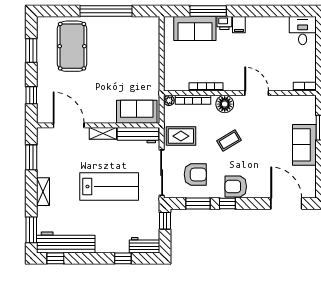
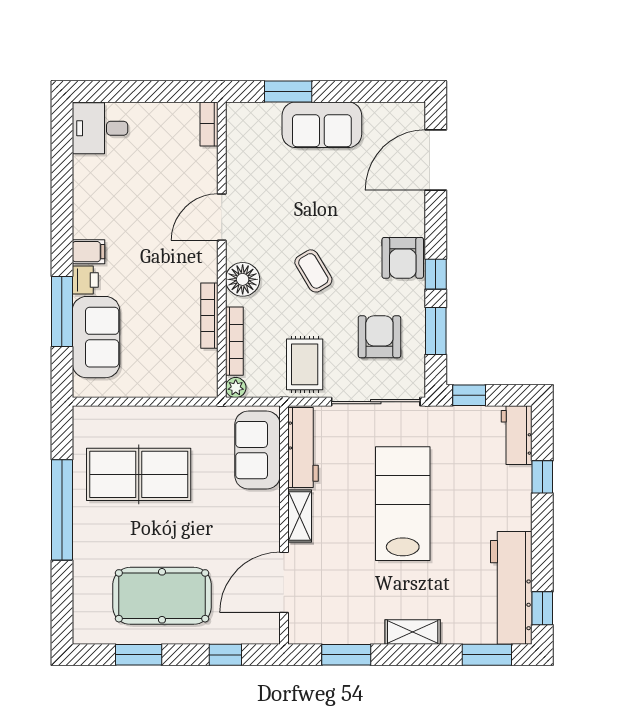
pool table: (72, 46) -> (162, 596), moved
table tennis table: (124, 50) -> (139, 474), added

